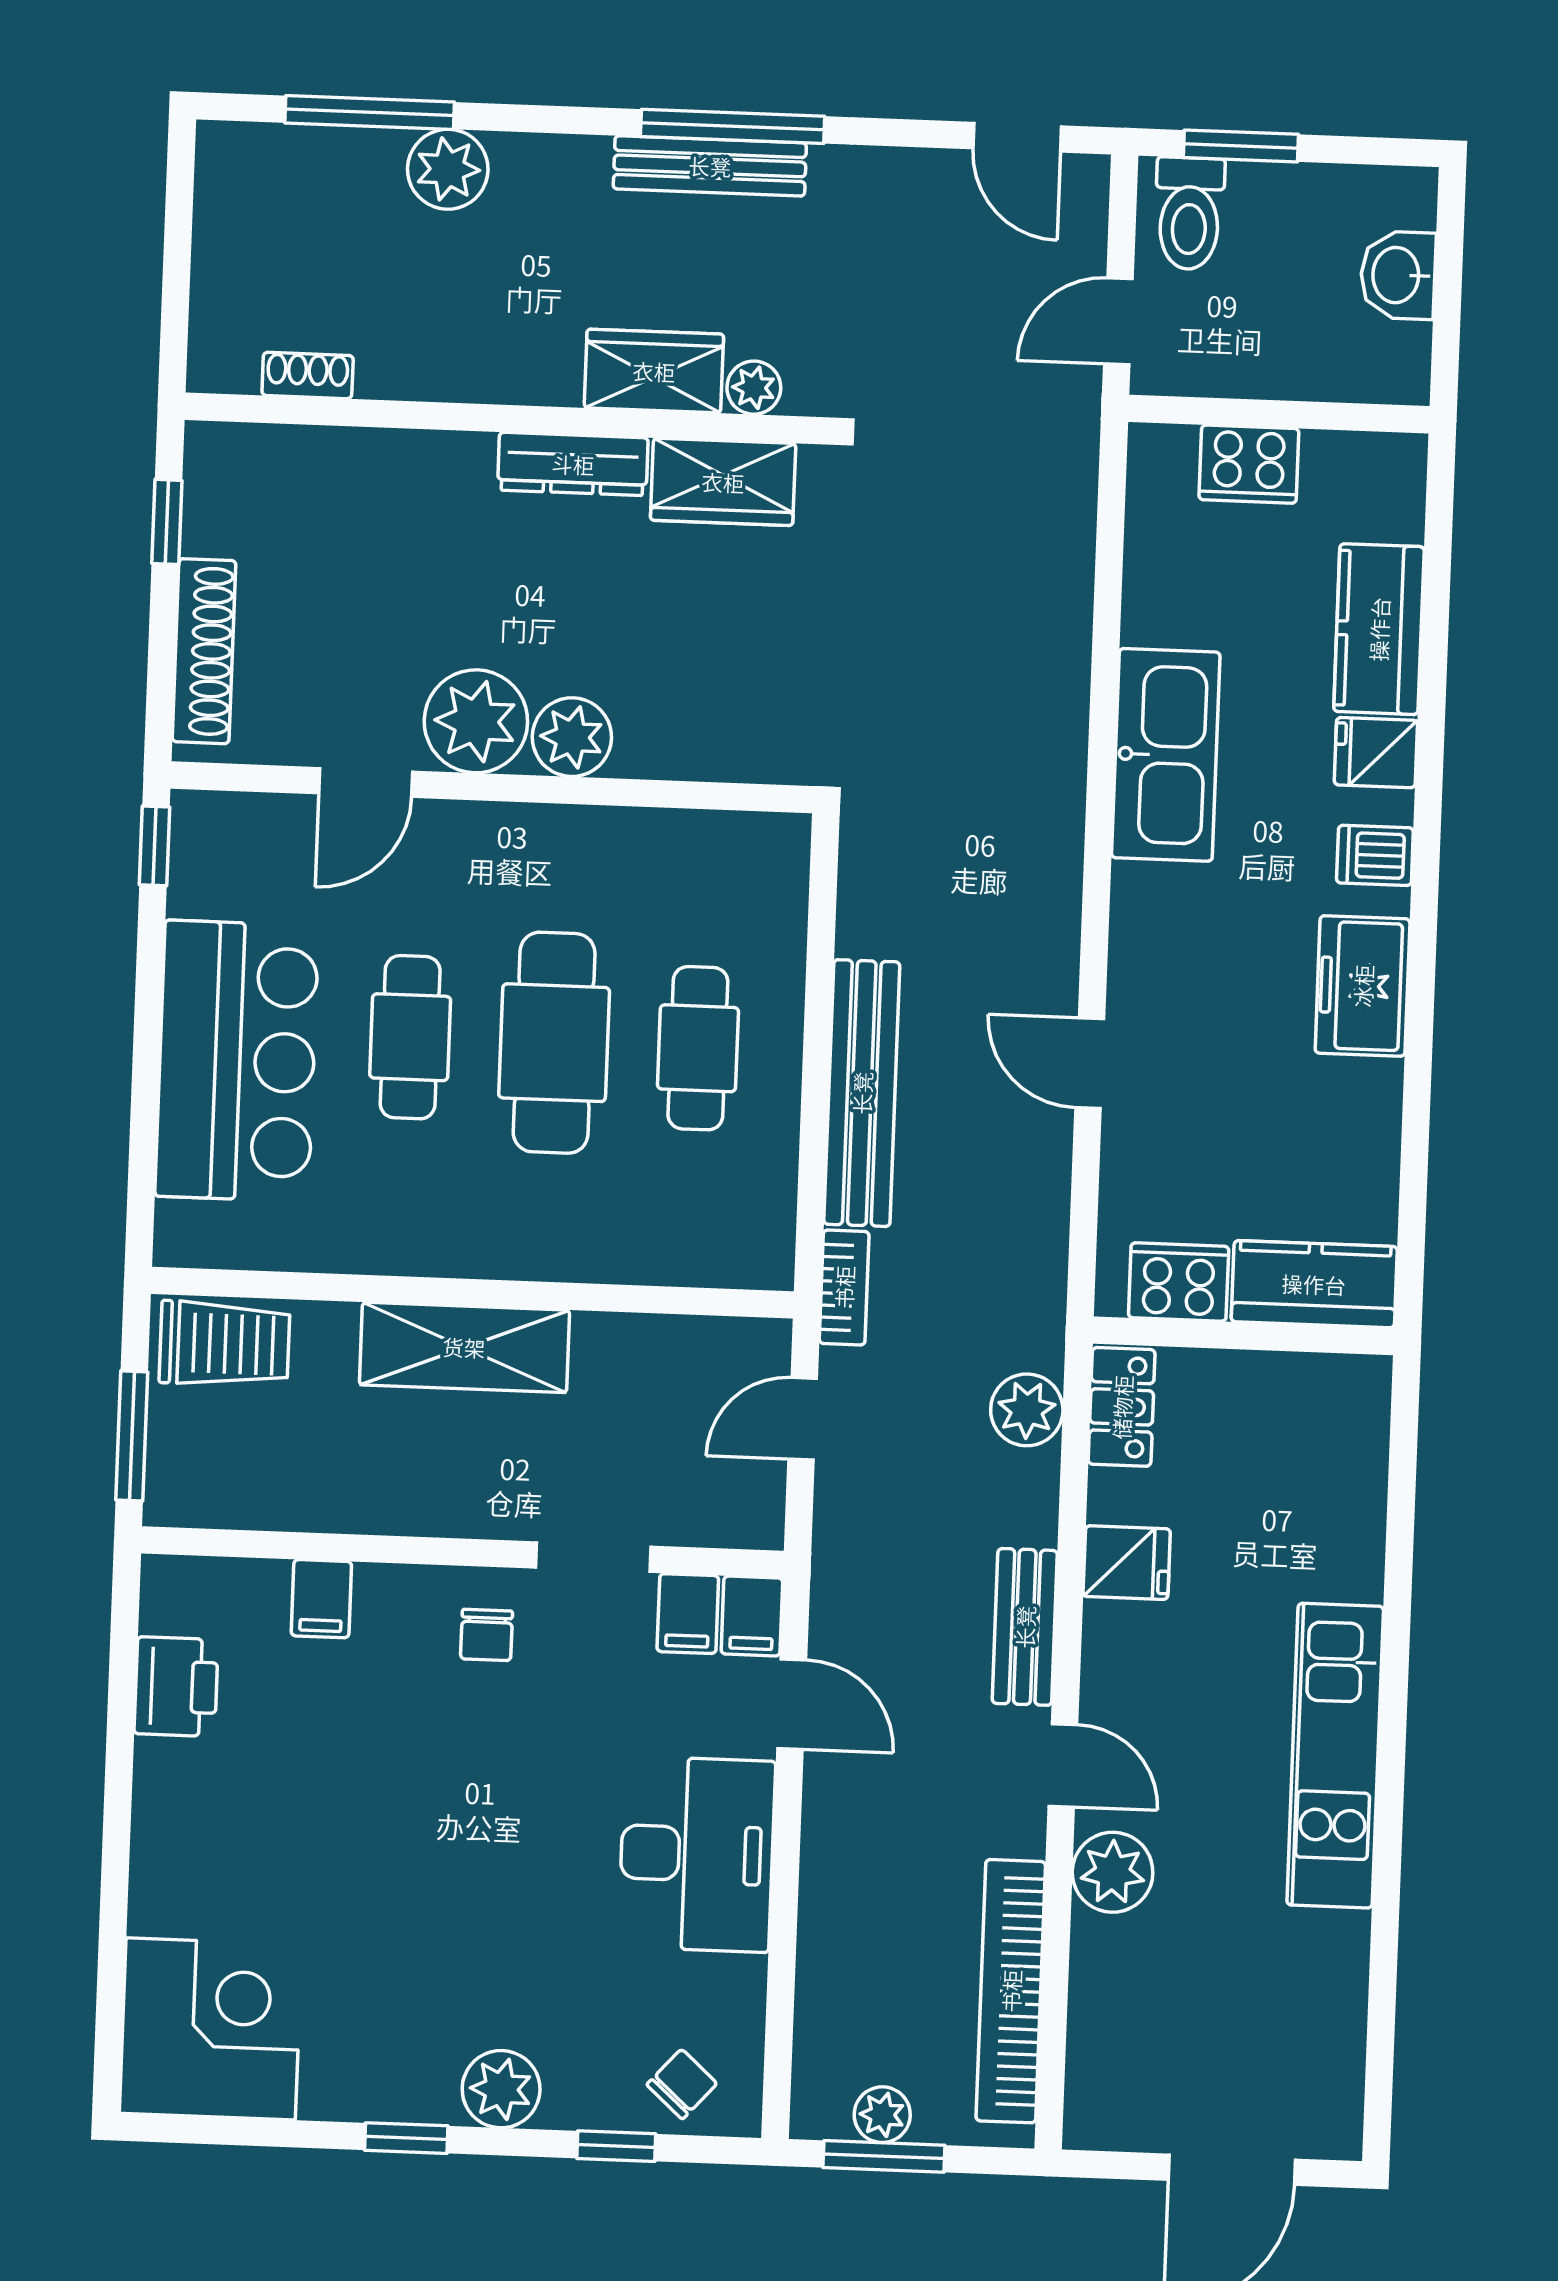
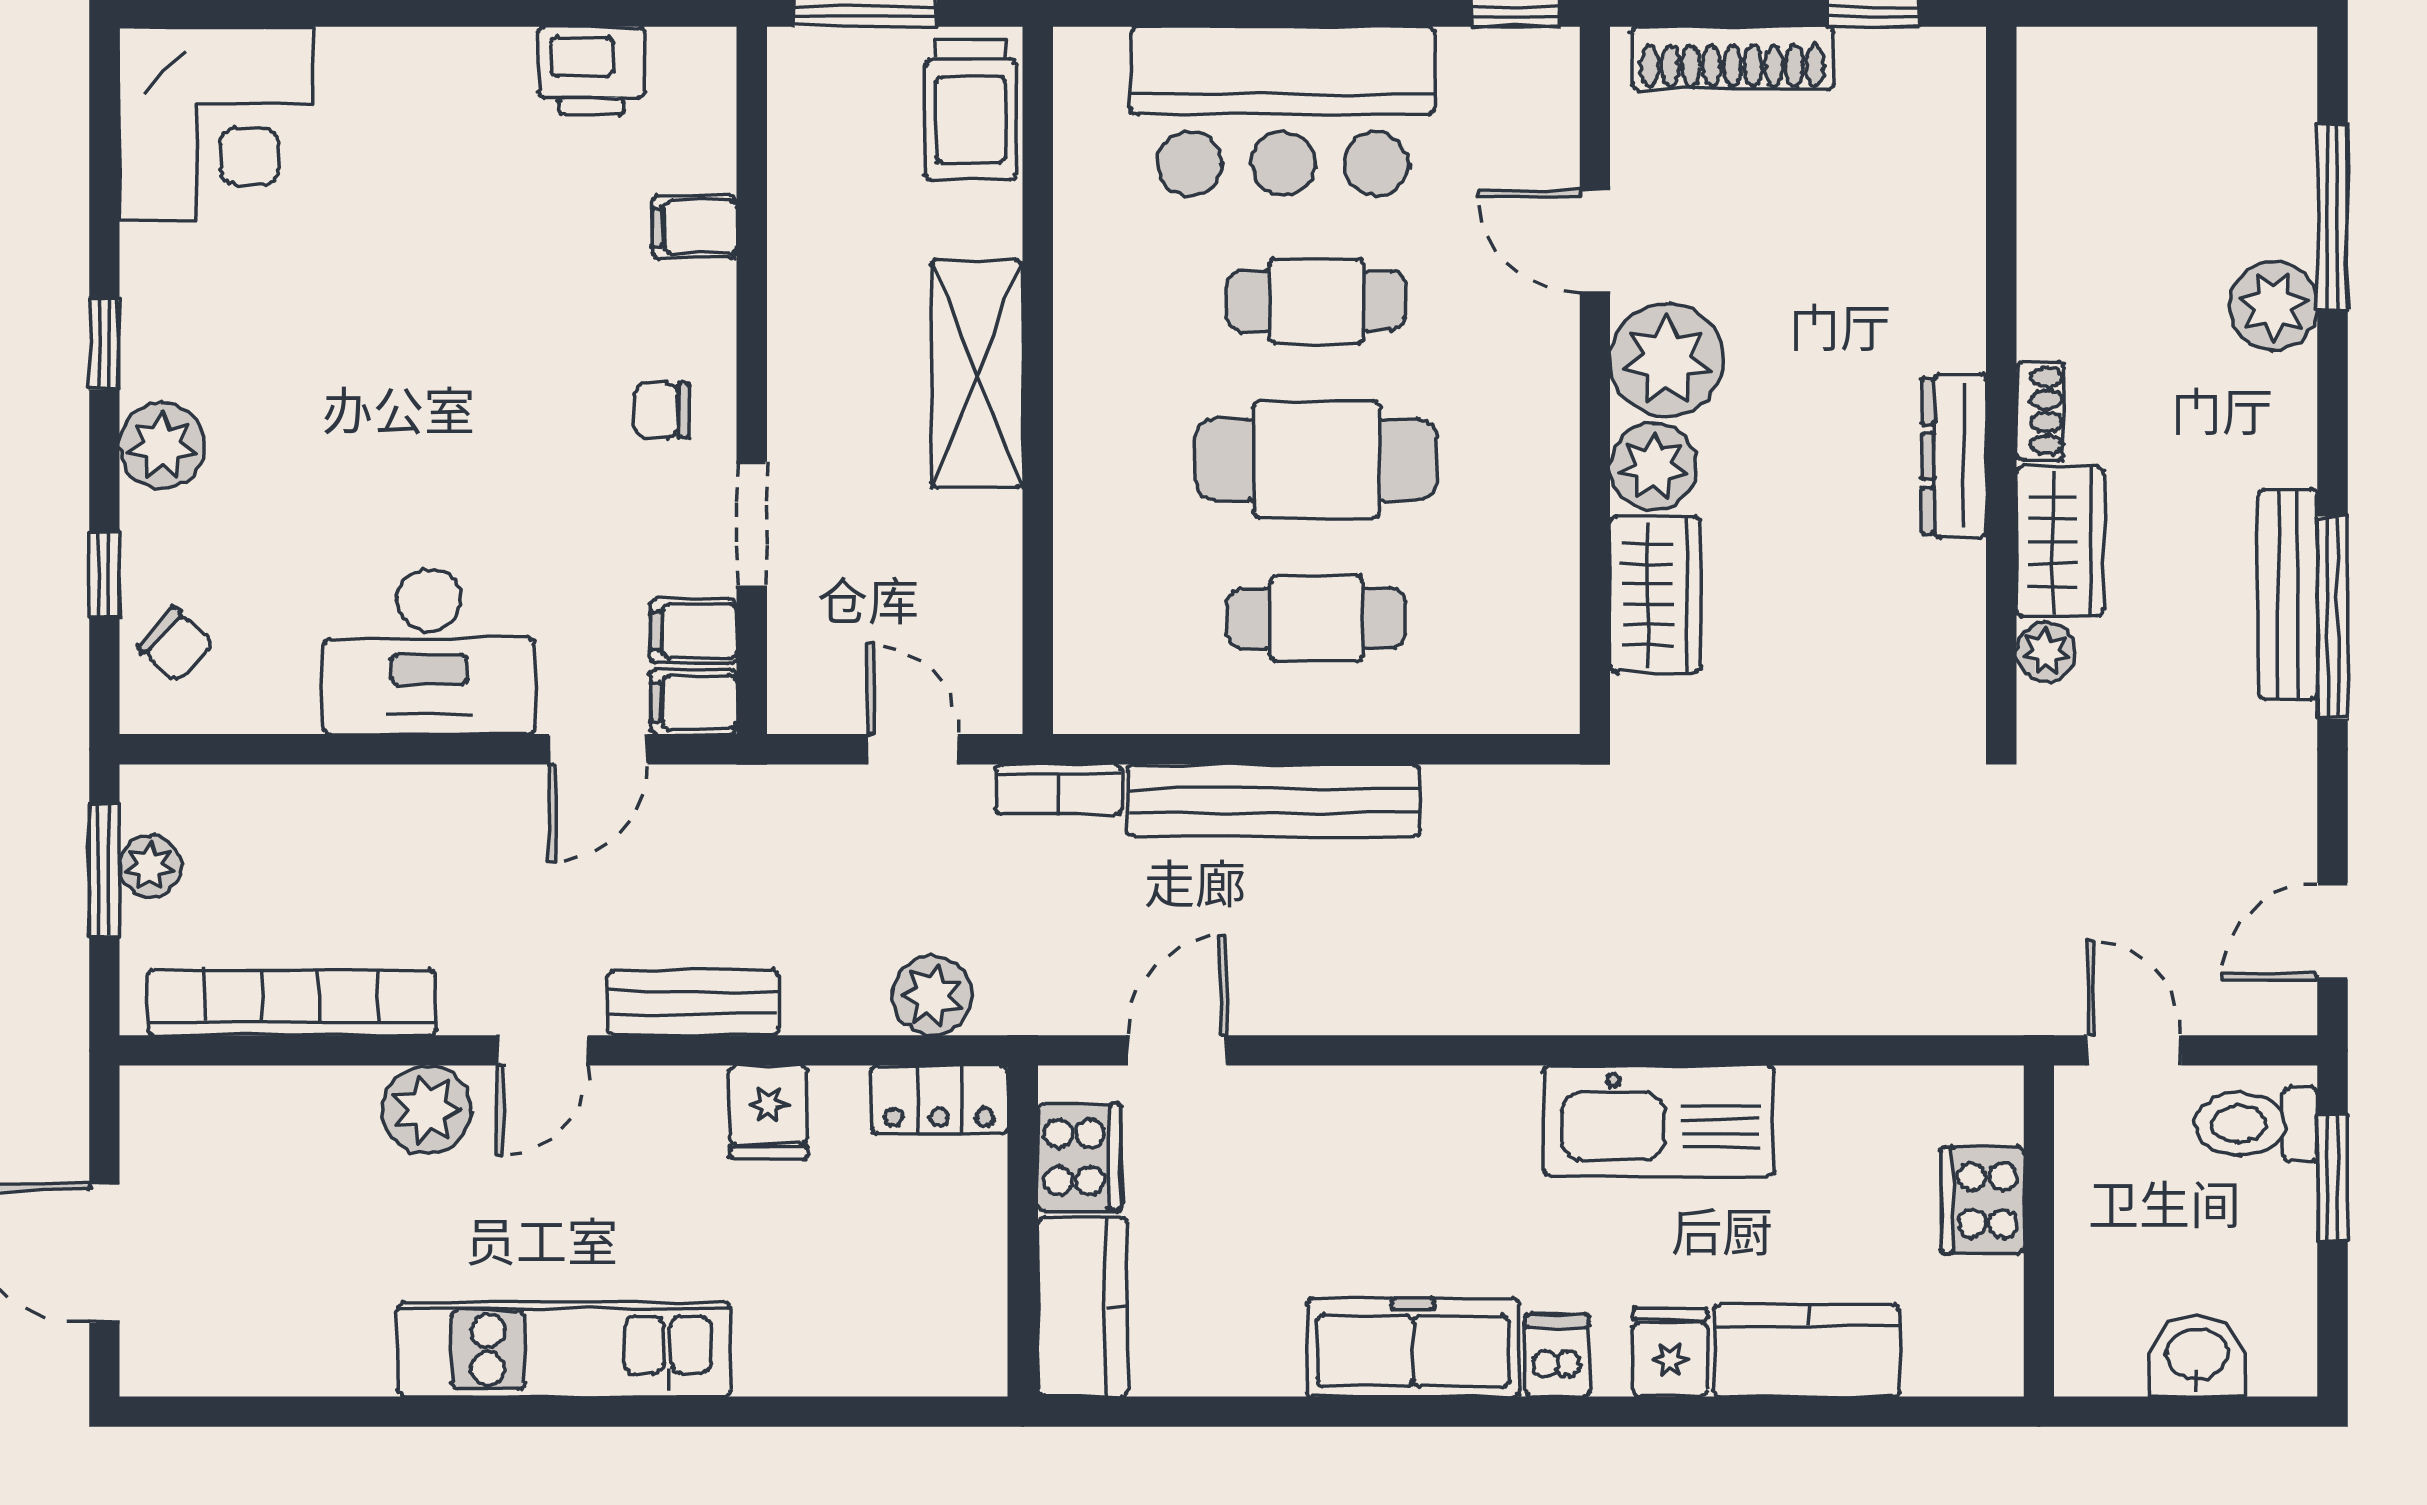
shoe rack: (308, 375) -> (2040, 411), moved
wardrobe: (723, 482) -> (1655, 594), moved, turned 180
freezer: (1363, 986) -> (1413, 1347), width x1.40
door: (1090, 1063) -> (1177, 1050), moved

